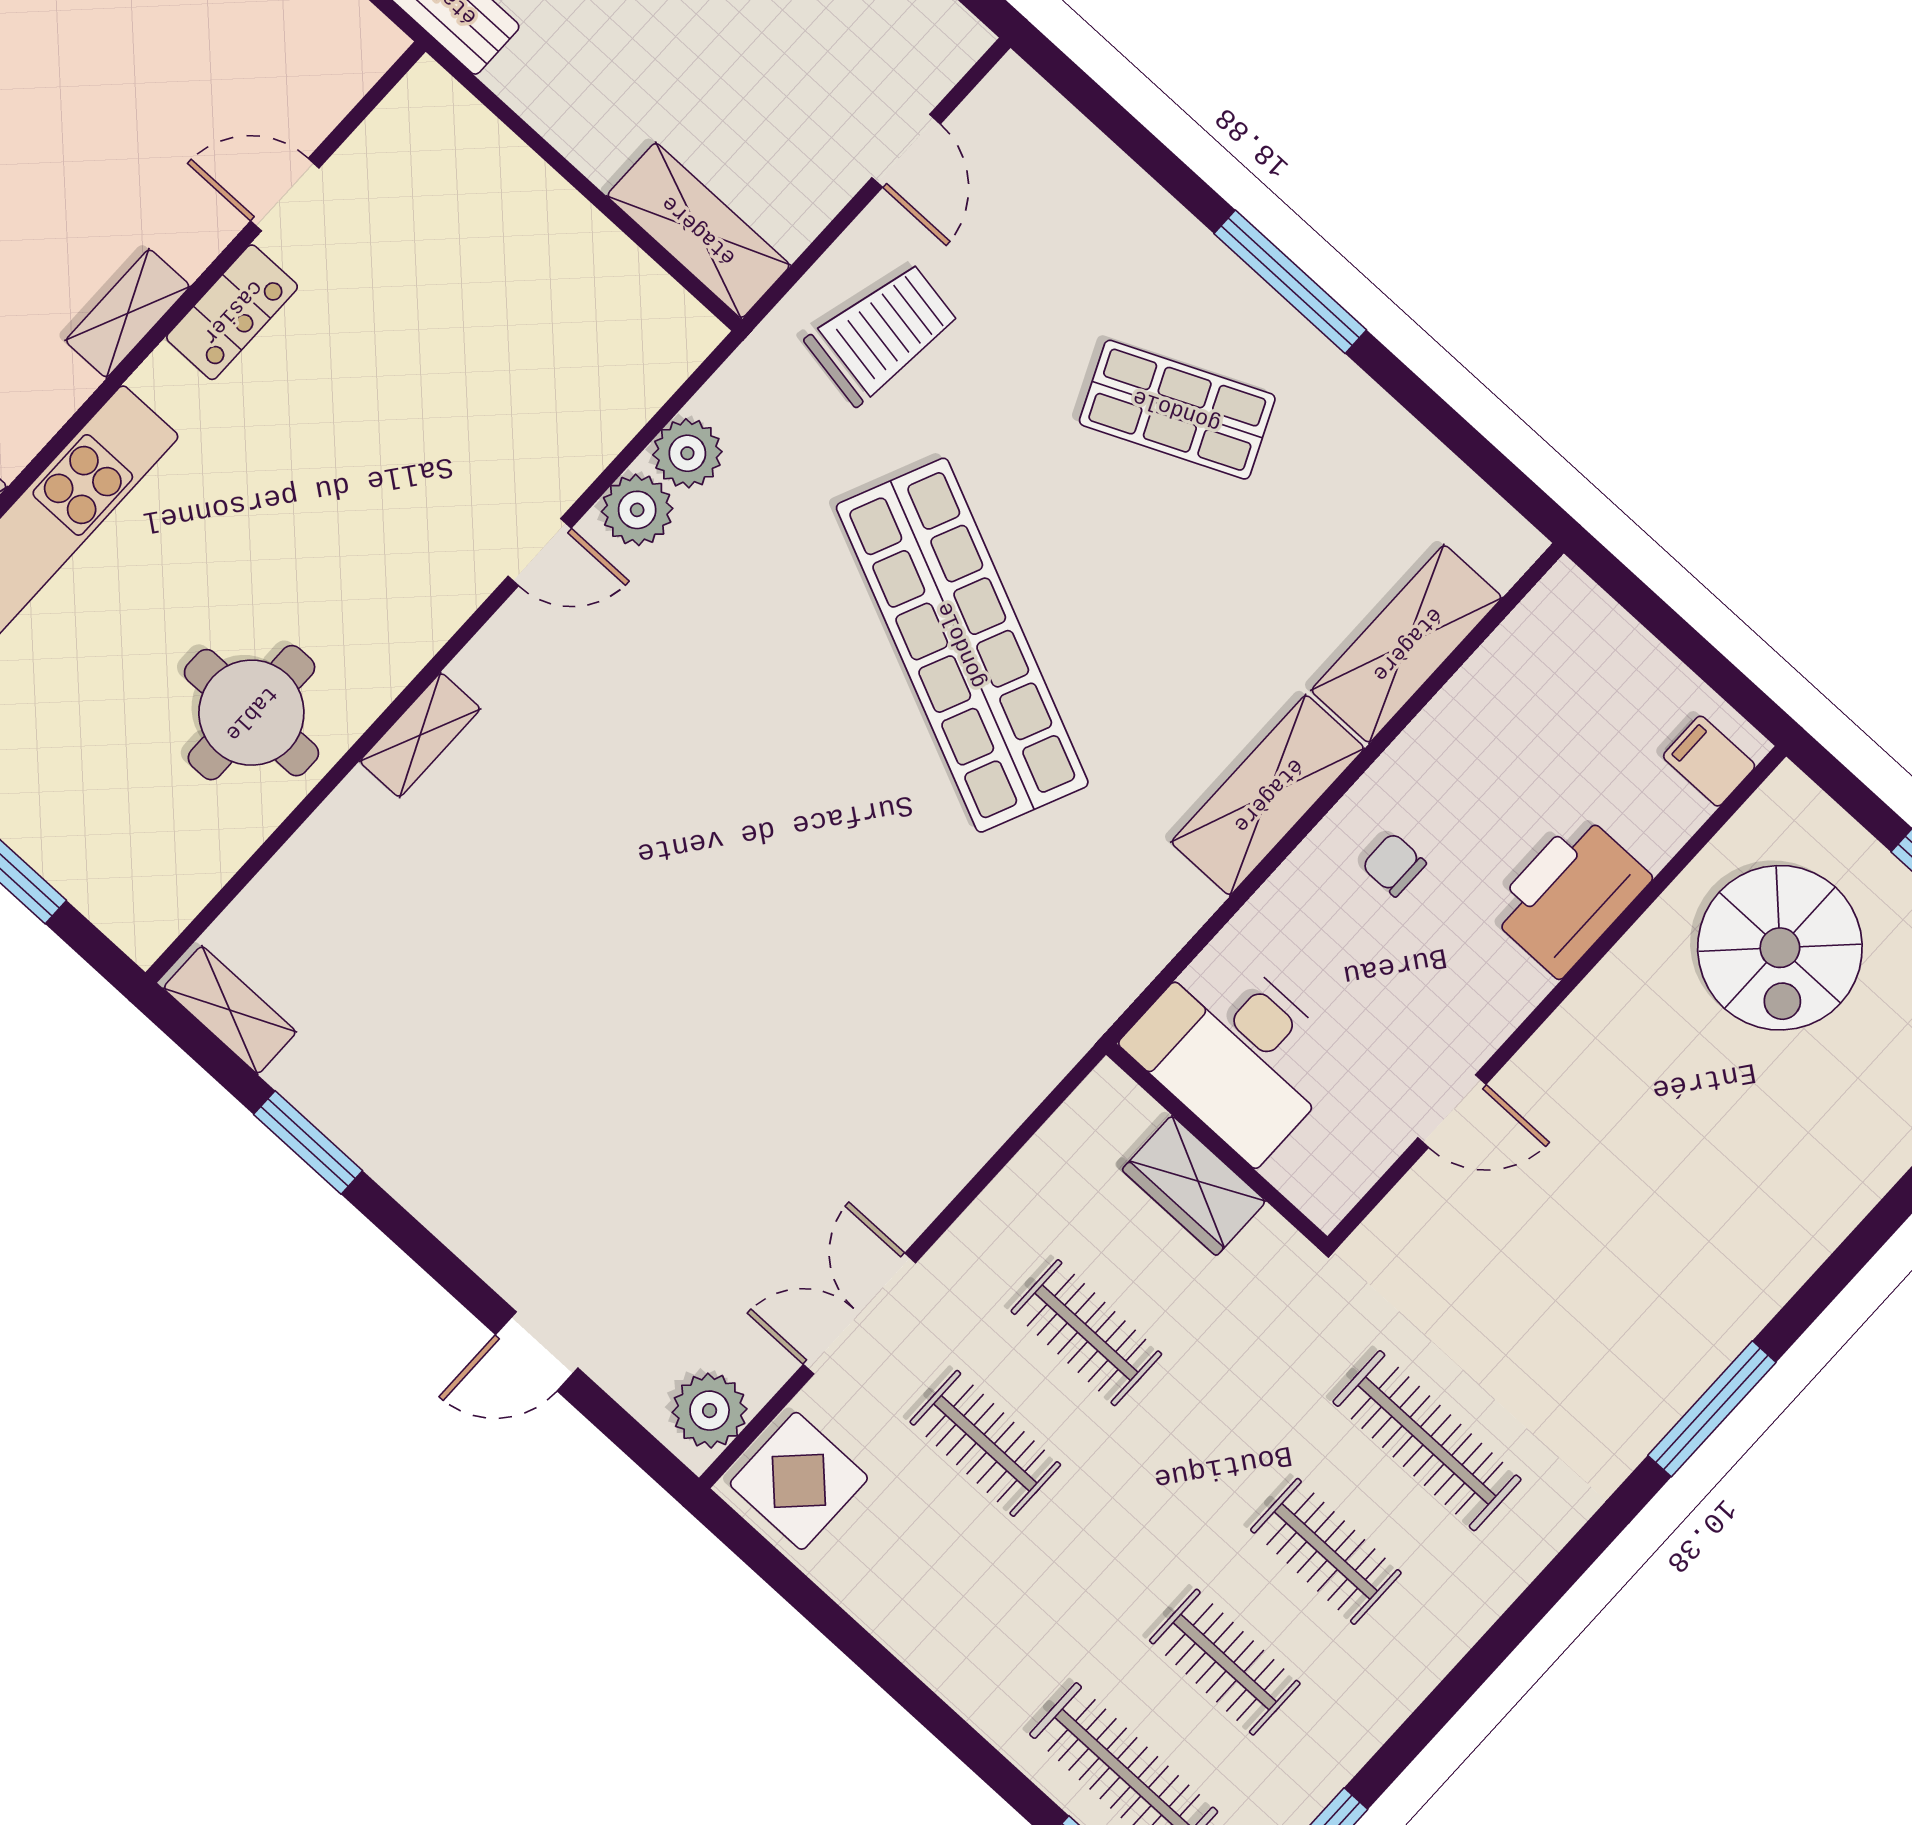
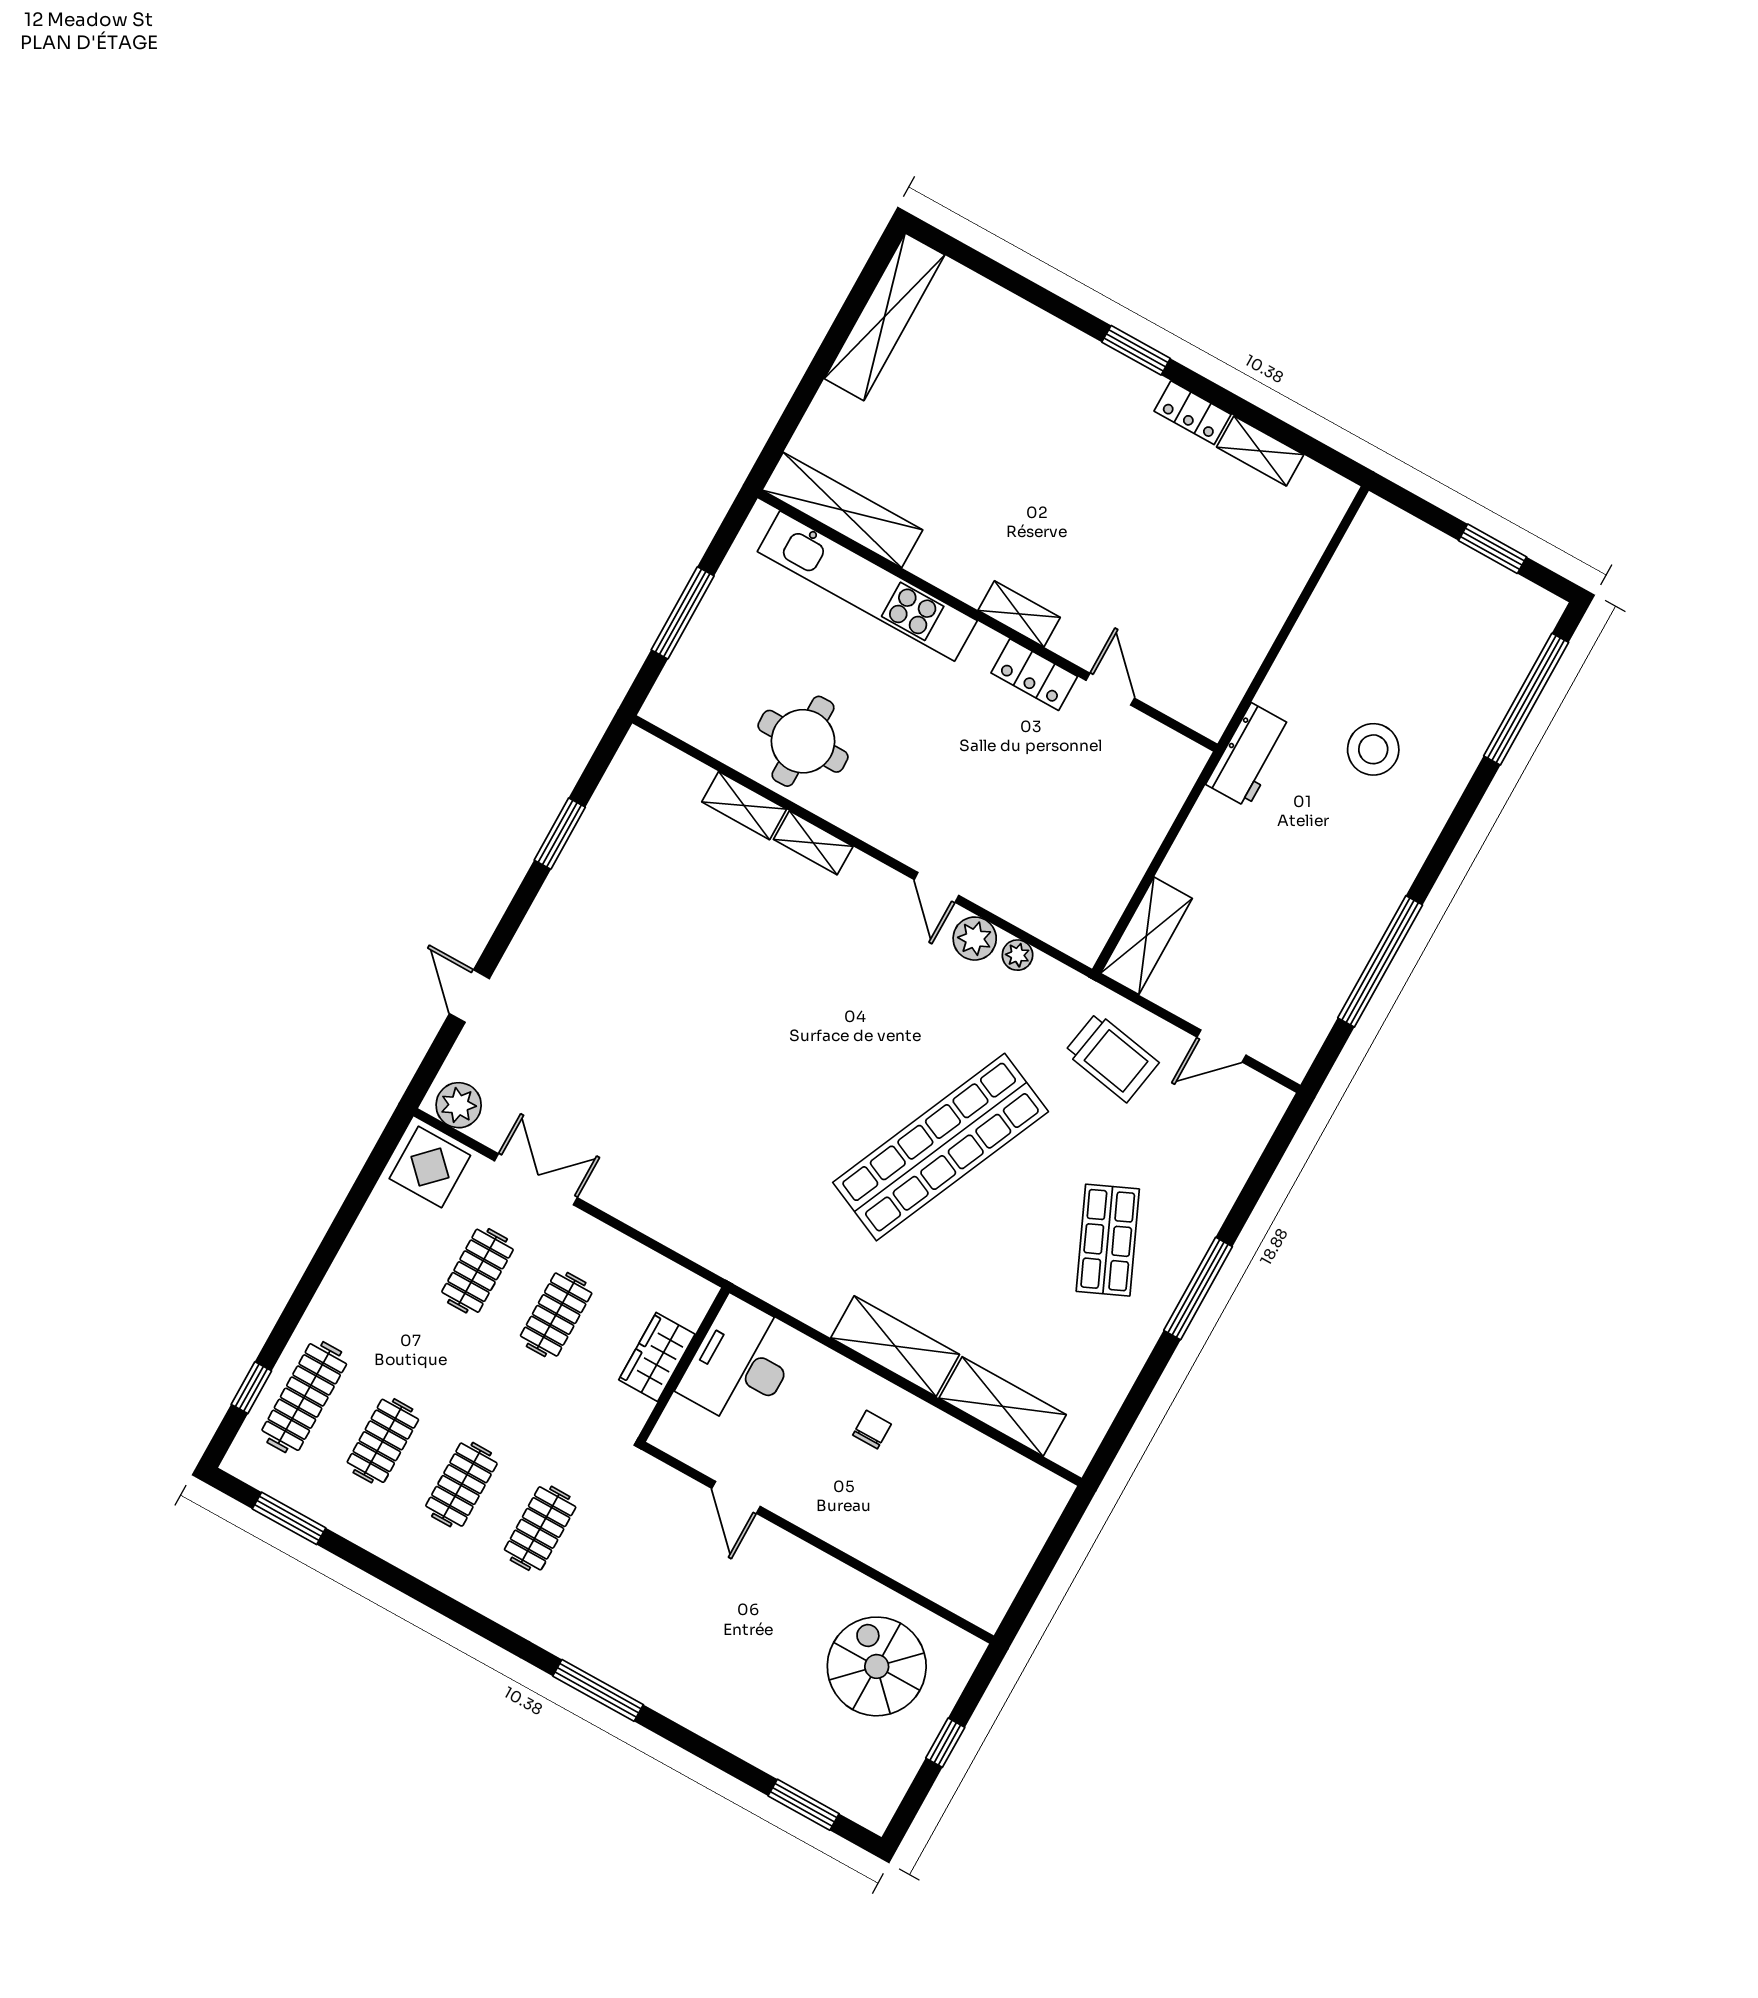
plant: (687, 453) -> (1017, 955), width x0.73, depth x0.73
filing cabinet: (1709, 761) -> (976, 1599), removed
printer: (1570, 896) -> (878, 1536), removed
spiral stairs: (1780, 948) -> (877, 1666), turned 90
shelving: (230, 1010) -> (744, 806), moved, turned 90
clothes rail: (1427, 1441) -> (540, 1528), width x0.73

